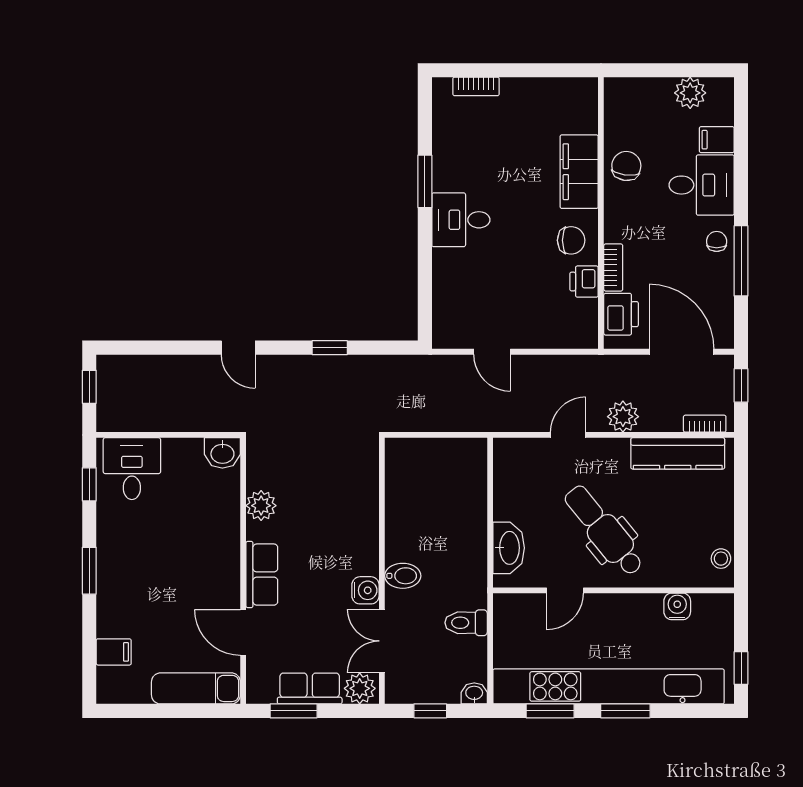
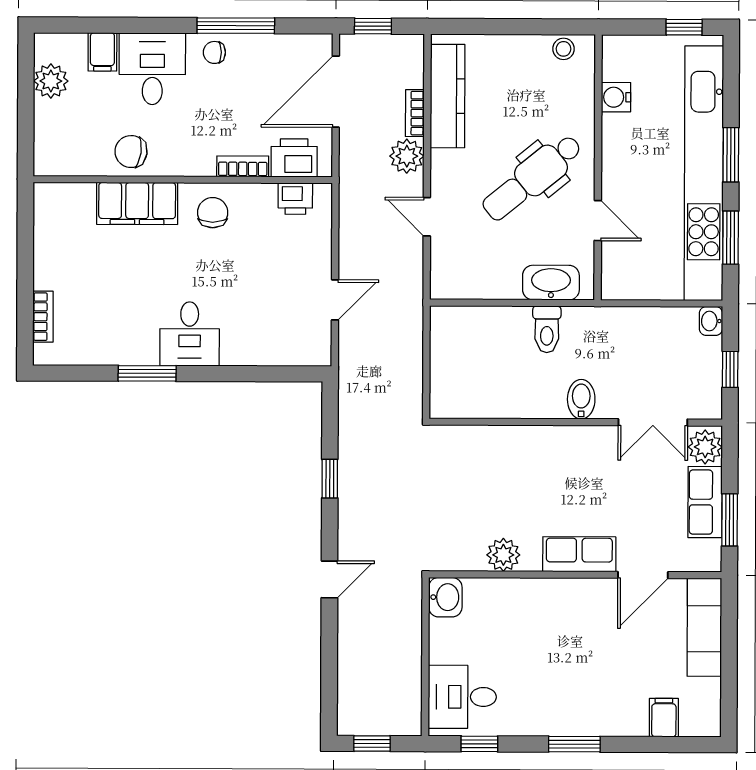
printer: (584, 282) -> (295, 199), moved
bookcase: (705, 424) -> (415, 113), moved
water cooler: (365, 590) -> (597, 440), removed
toilet: (466, 623) -> (547, 329), moved

